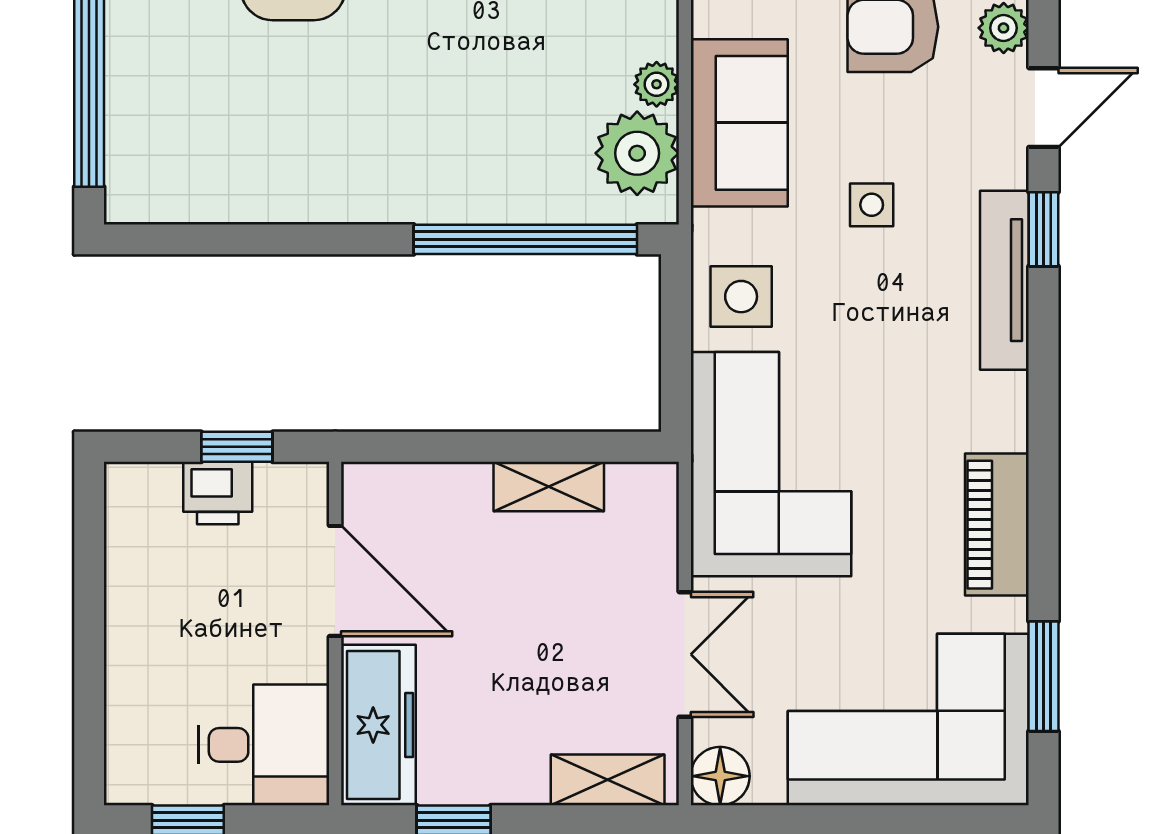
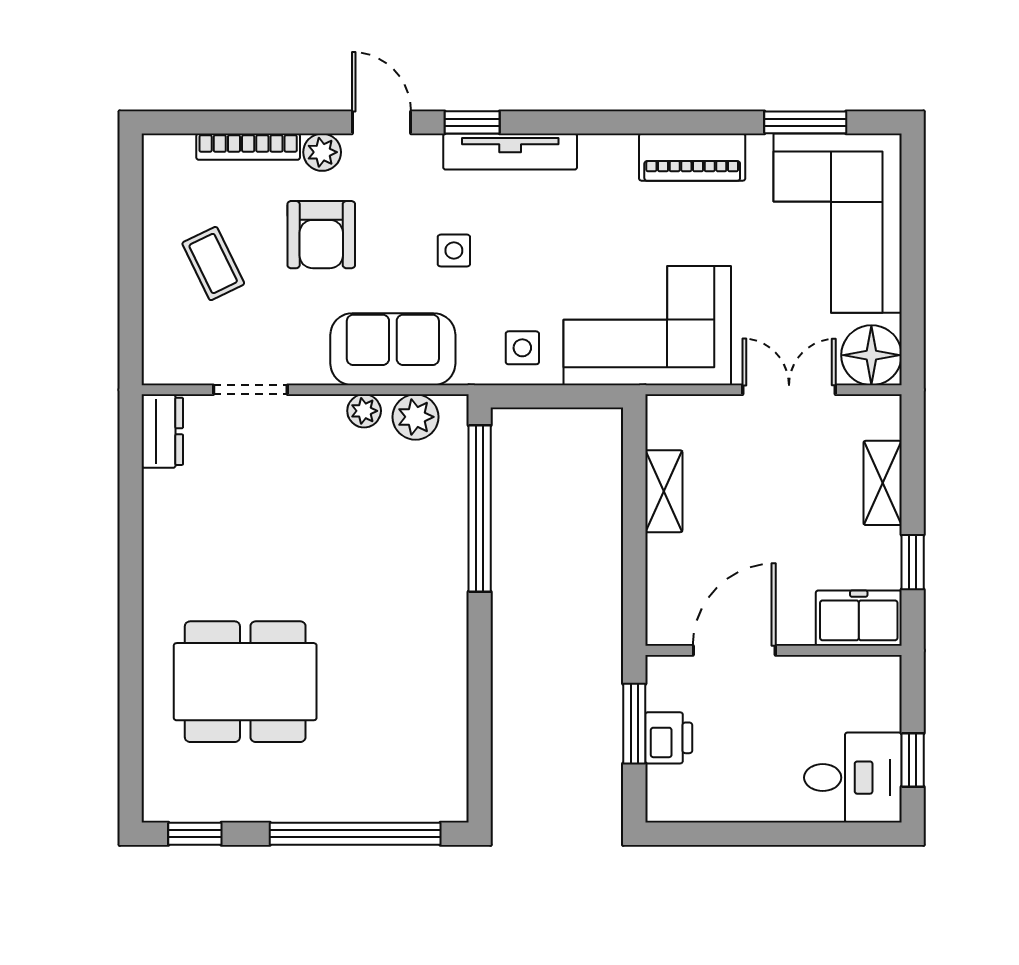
plant: (637, 153) -> (415, 417), width x0.73, depth x0.73
side table: (741, 297) -> (522, 348), width x0.73, depth x0.73
window: (237, 447) -> (634, 724), width x1.50
freezer: (378, 725) -> (859, 618), width x0.71
desk: (264, 745) -> (853, 778), moved, turned 90
floor lamp: (720, 776) -> (871, 355), width x1.38, depth x1.38
shelving: (608, 780) -> (883, 483), moved

